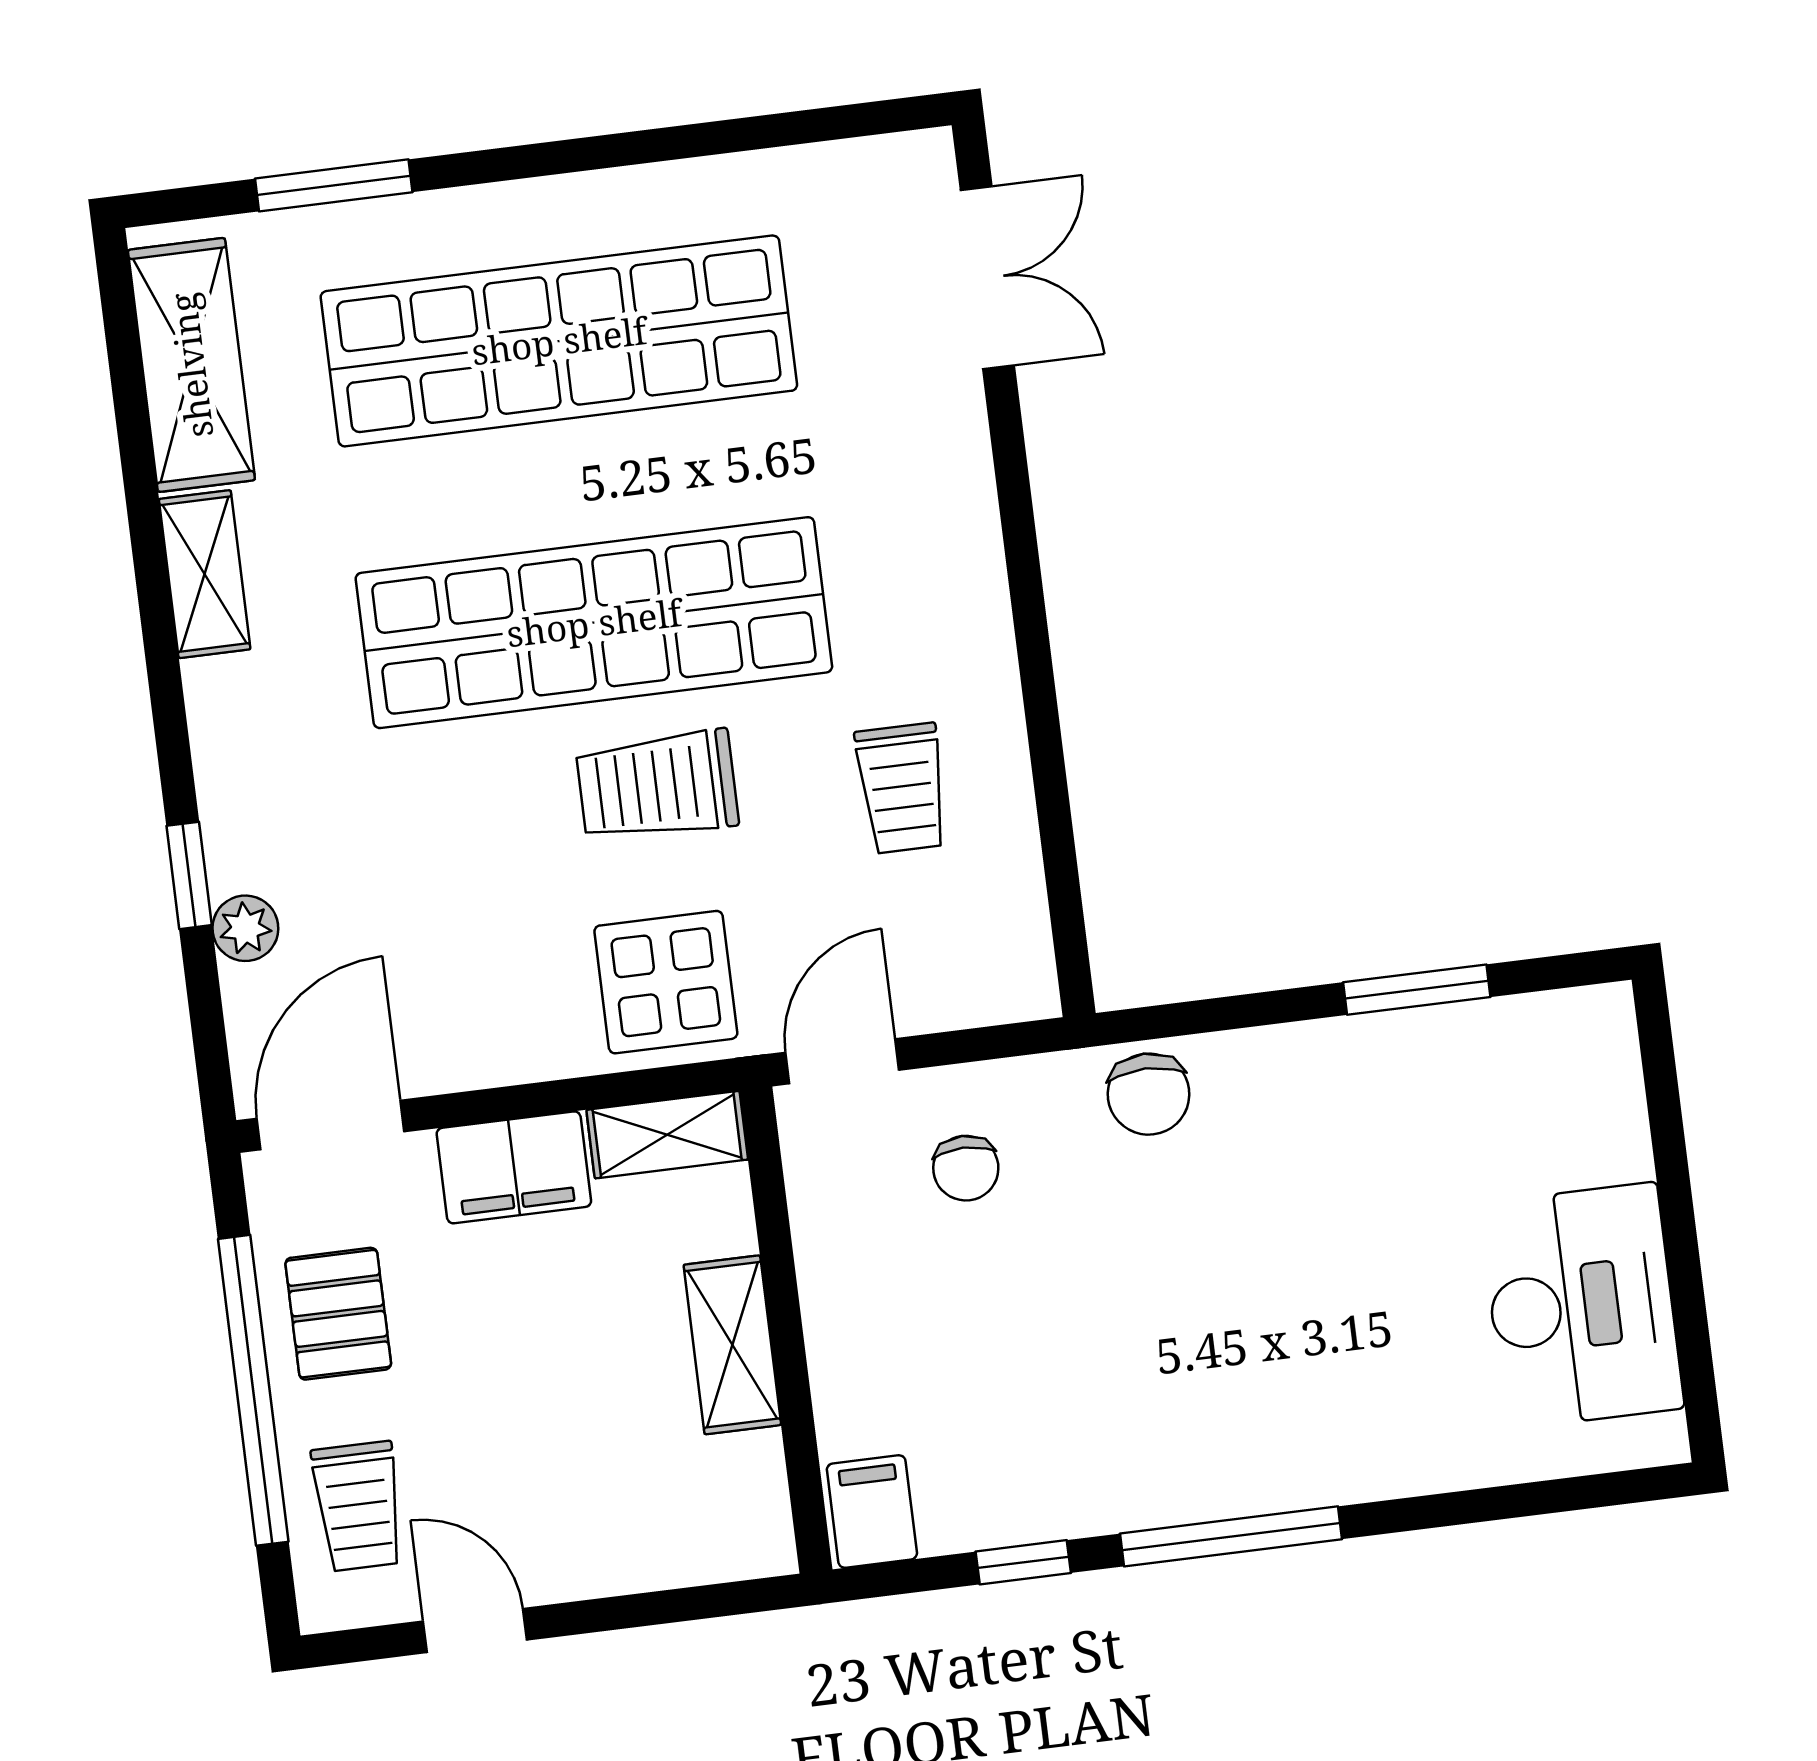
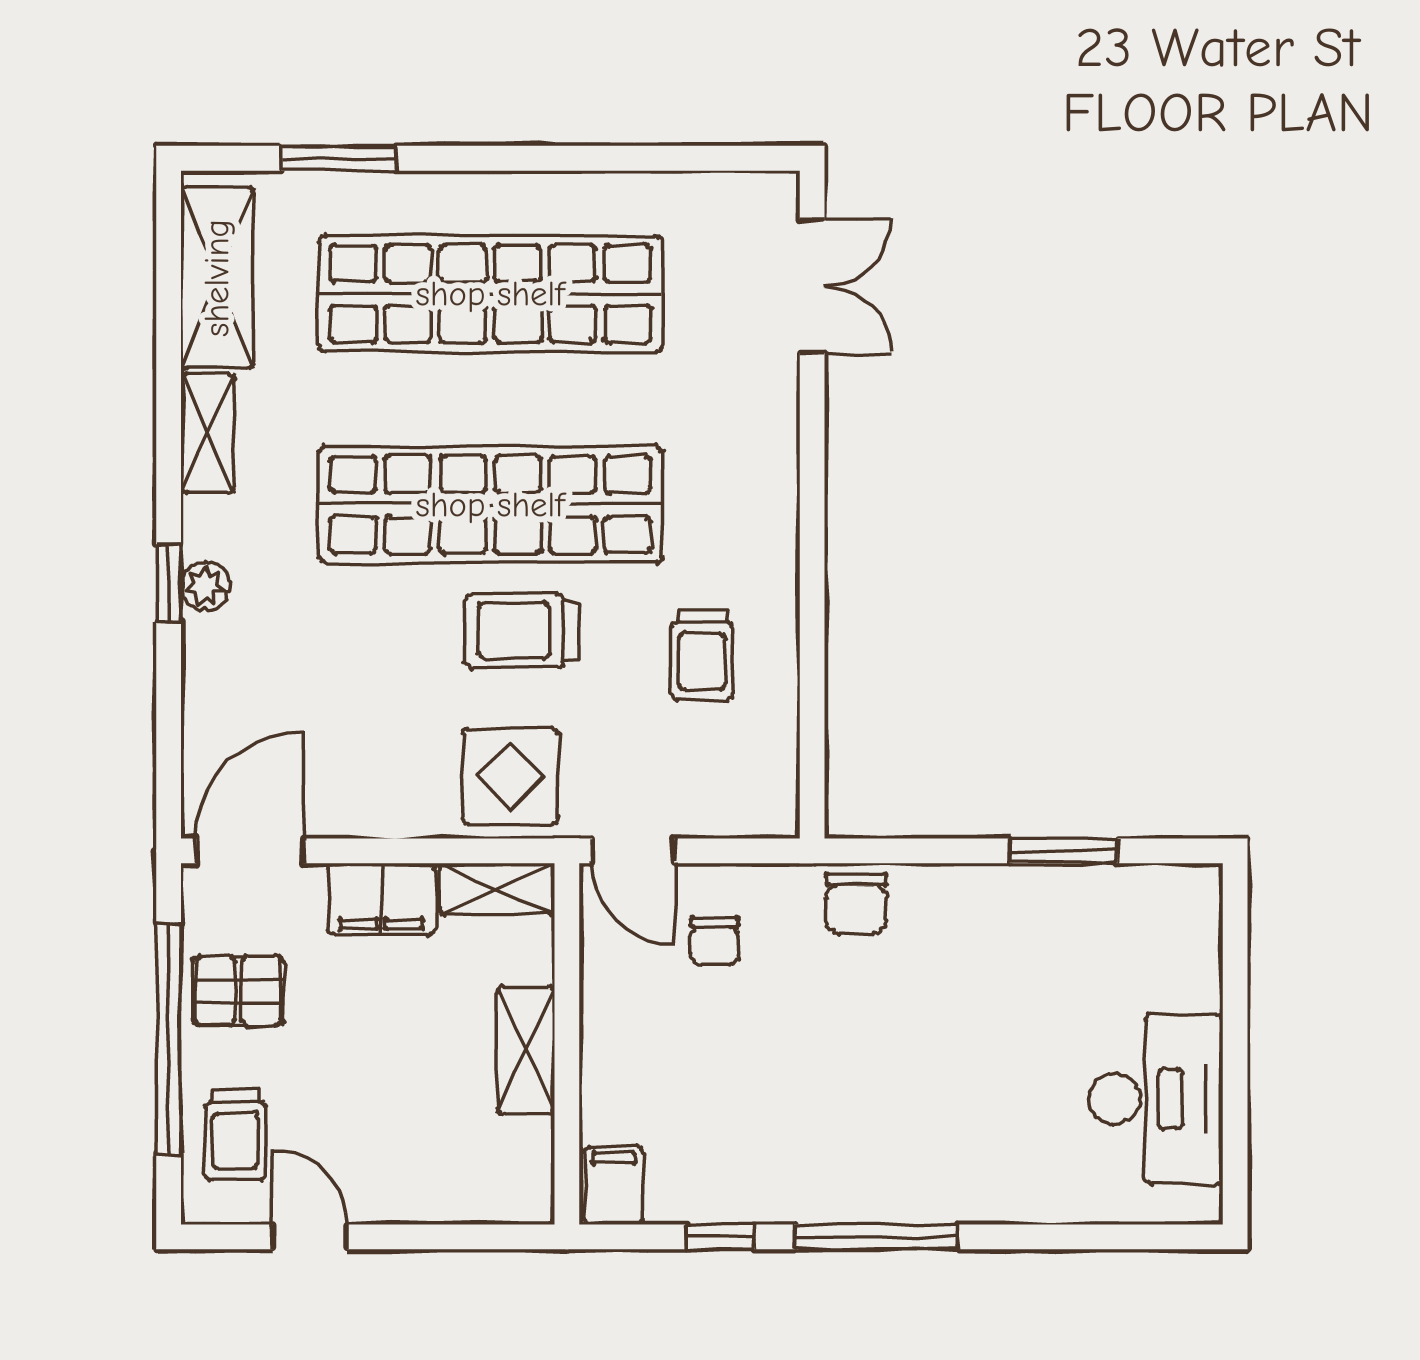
window: (189, 875) -> (169, 583), moved
plant: (245, 928) -> (205, 586), moved
door: (842, 1061) -> (633, 851), swing flipped
pallet: (338, 1314) -> (238, 991), turned 90

